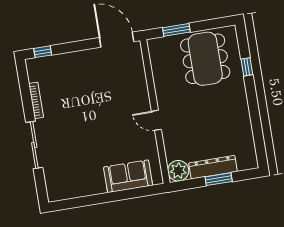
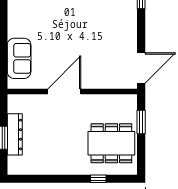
door: (156, 120) -> (64, 91), width x1.87
plant: (178, 171) -> (17, 103), removed

